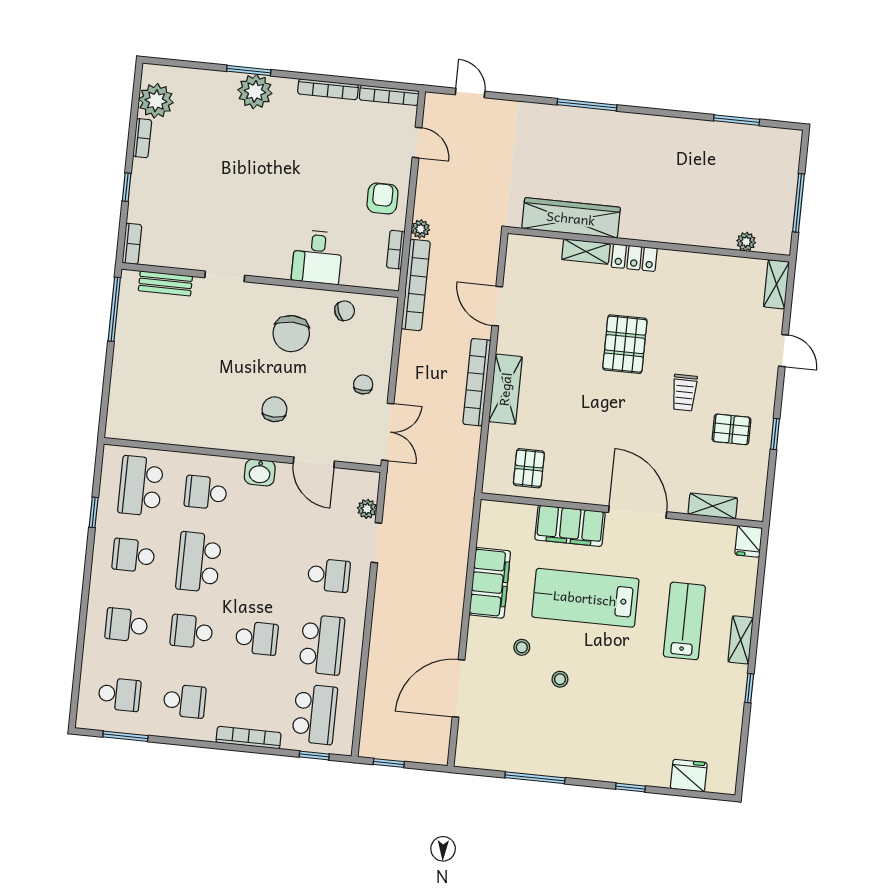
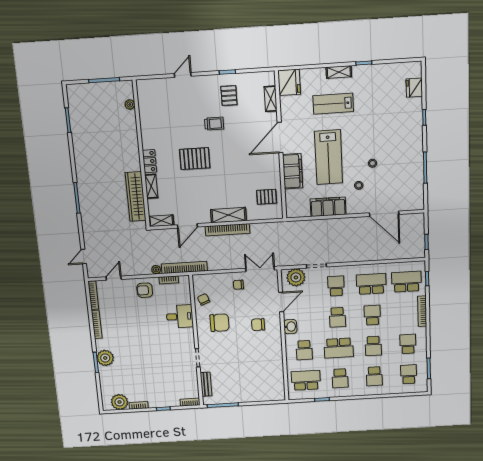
shelving: (777, 284) -> (161, 221), moved
school desk: (141, 486) -> (306, 380), turned 180
plant: (367, 509) -> (296, 277), width x1.87, depth x1.87
fridge: (749, 541) -> (289, 82), width x1.88, depth x1.34
school desk: (264, 569) -> (337, 317), added

